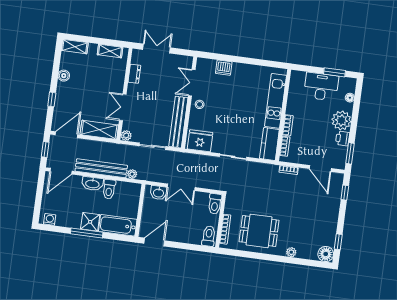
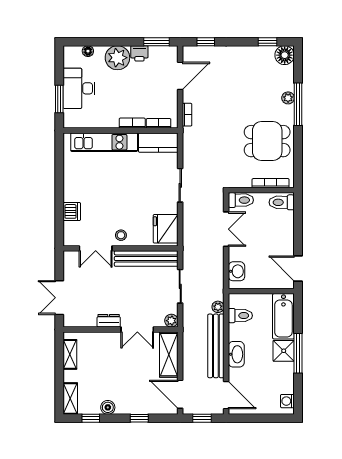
window: (57, 61) -> (91, 418), added
window: (335, 72) -> (59, 99), moved
dresser: (134, 74) -> (109, 321), moved
double door: (181, 187) -> (226, 229), moved
toilet: (109, 189) -> (240, 316), moved
dining table: (259, 231) -> (267, 141), turned 90
window: (285, 259) -> (298, 104), added

